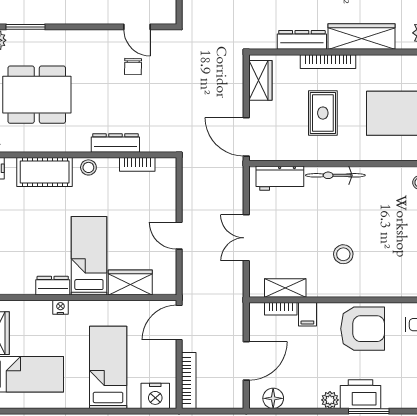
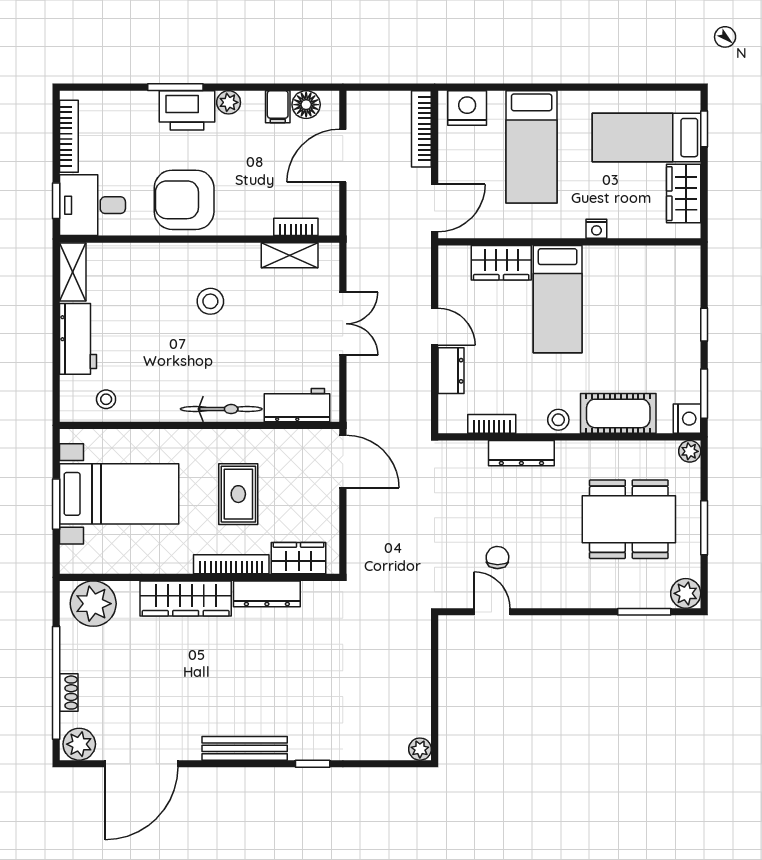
wardrobe: (260, 80) -> (299, 558), moved, turned 90
dresser: (53, 286) -> (451, 371), moved, turned -90
filing cabinet: (307, 314) -> (278, 107), moved, turned 180

